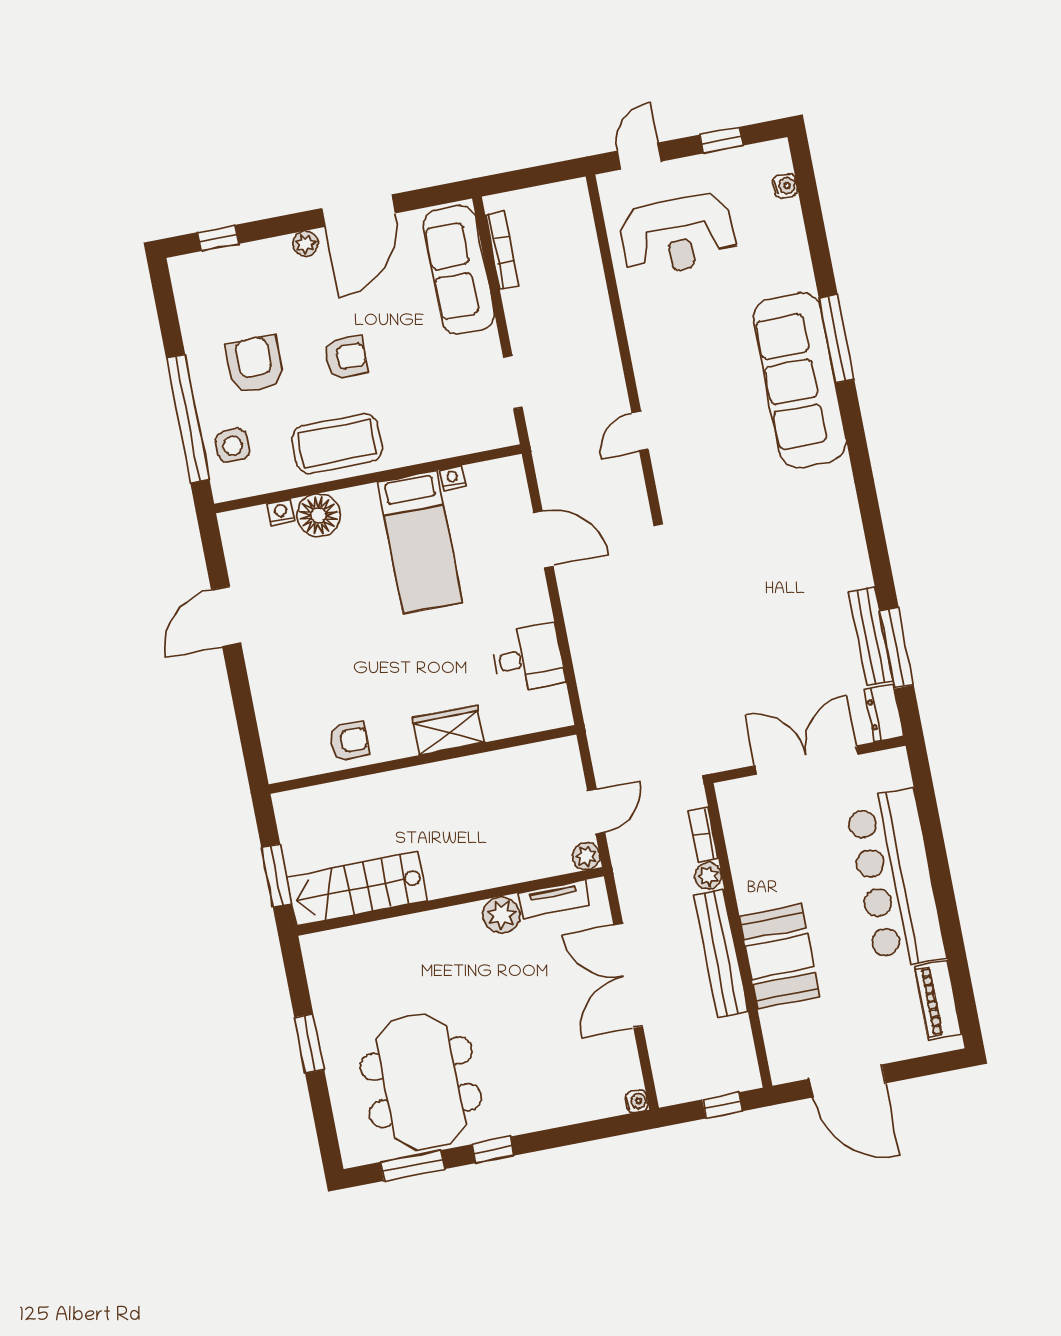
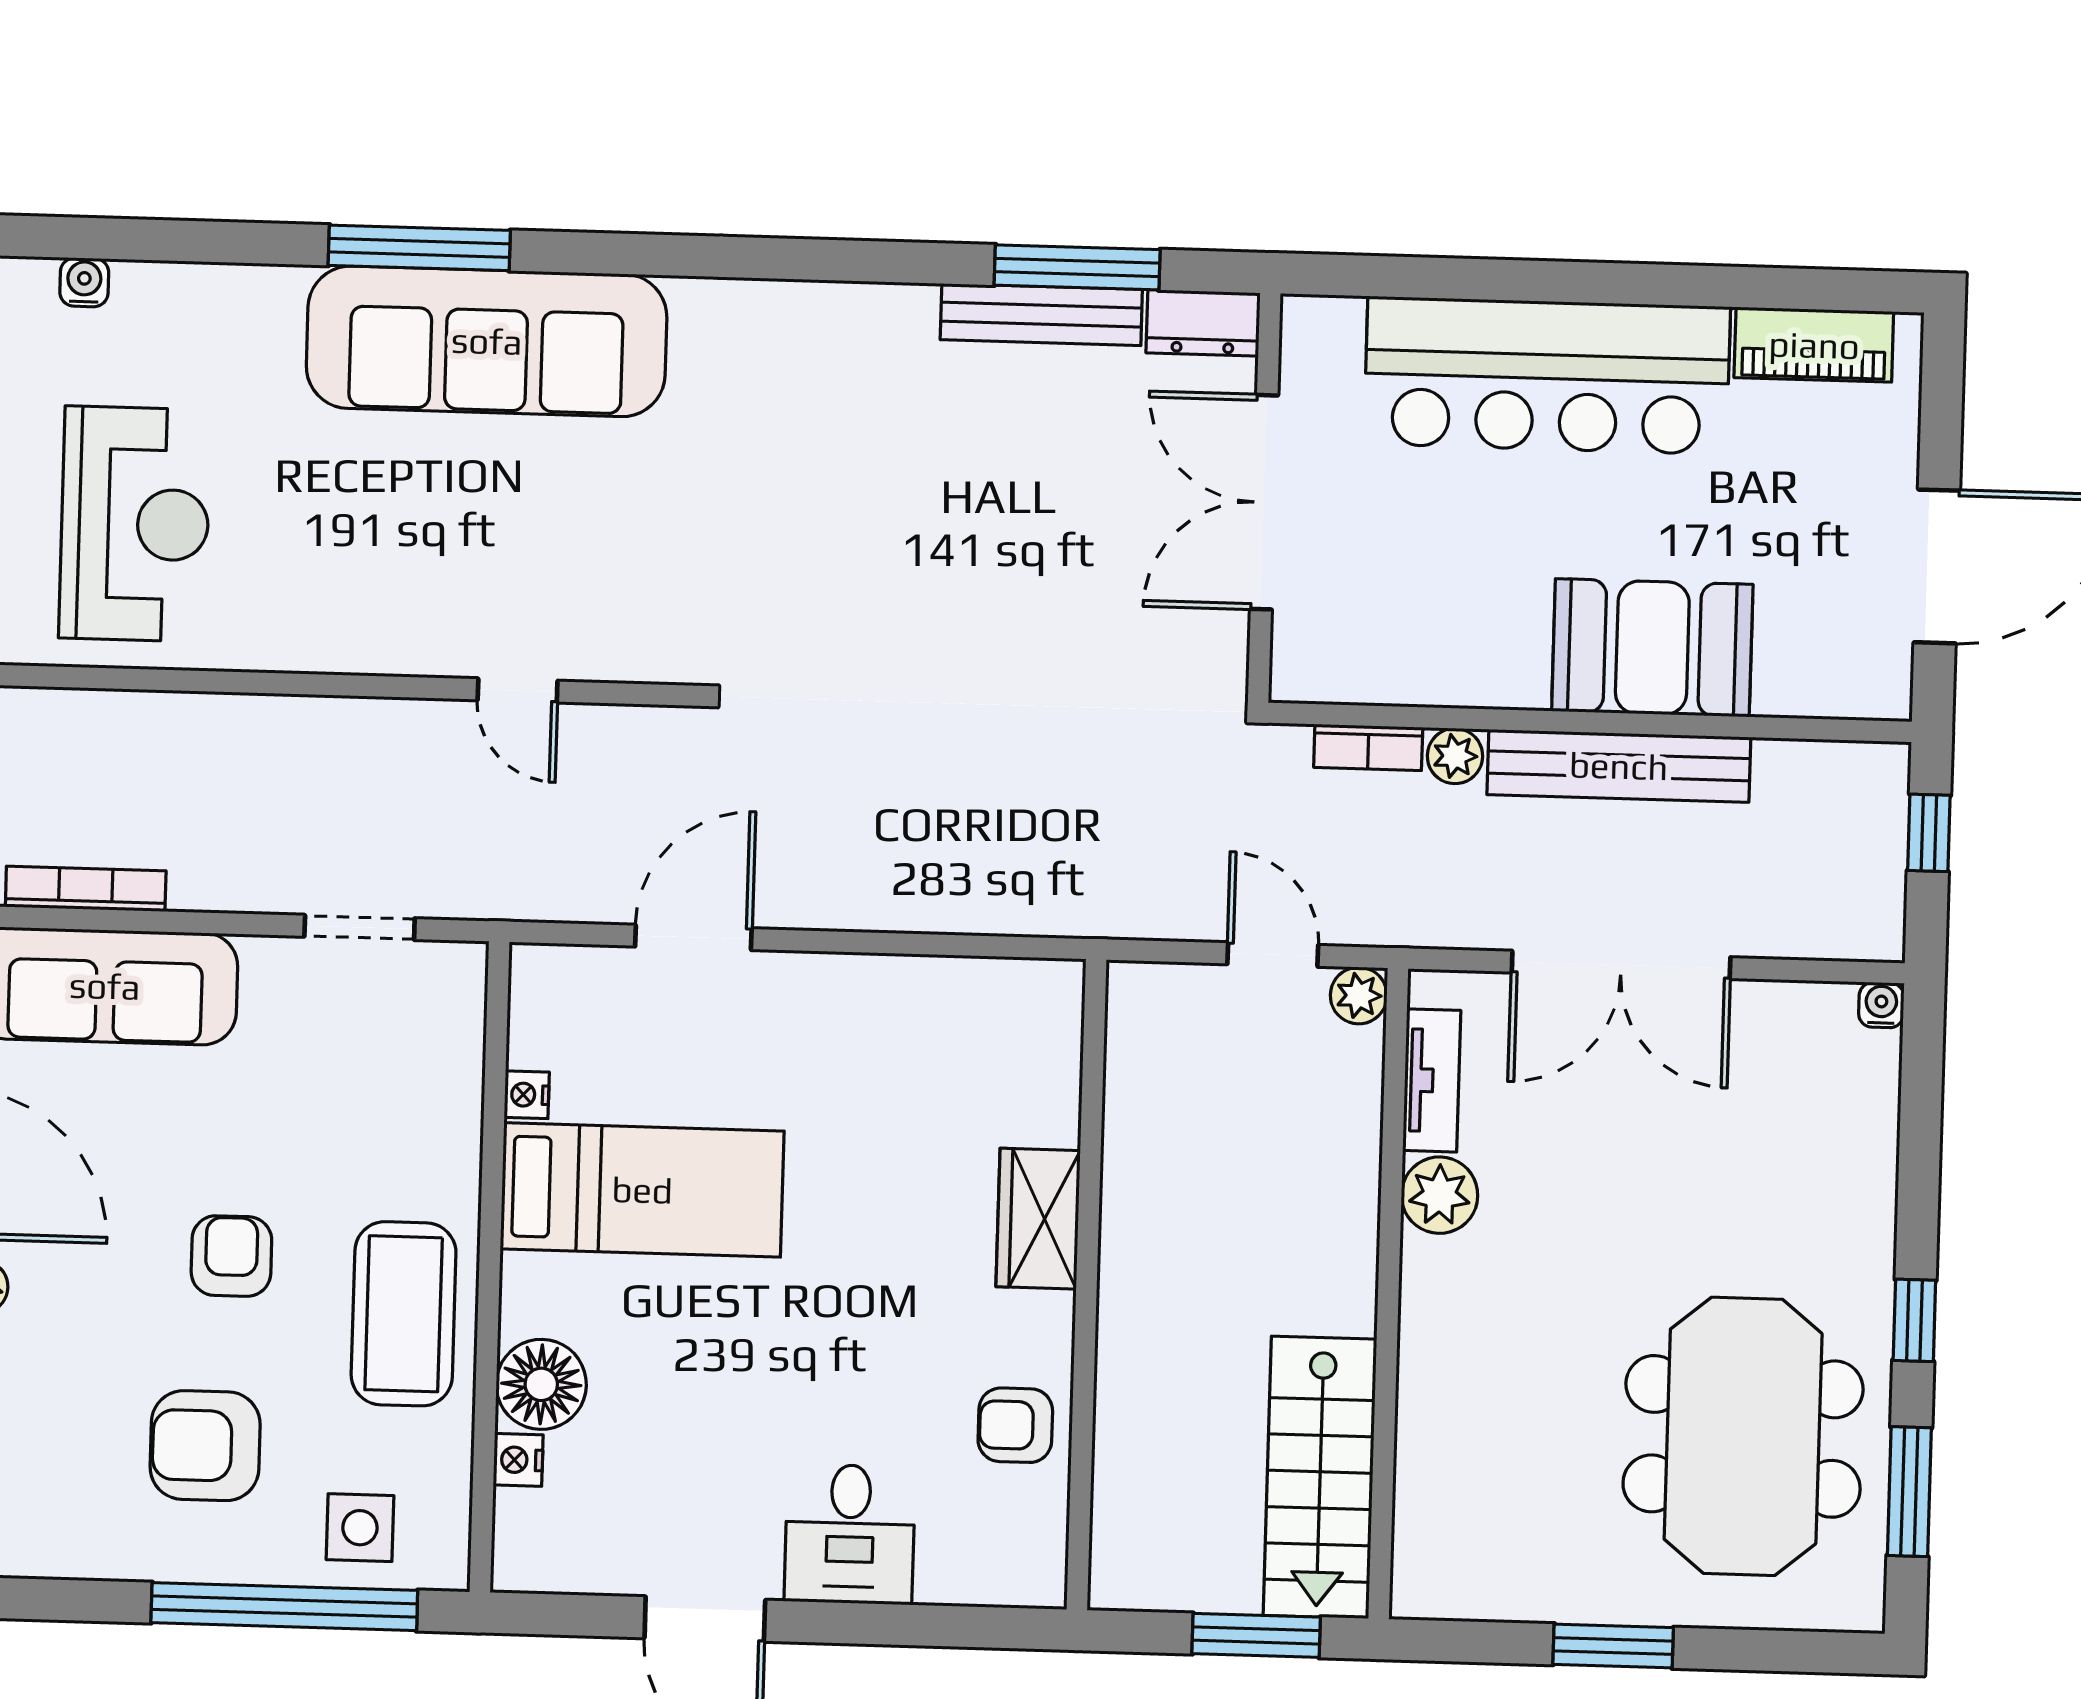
desk: (528, 658) -> (850, 1534), moved, turned 180
armchair: (349, 741) -> (1015, 1425), turned -90
meeting table: (421, 1082) -> (1743, 1436), turned 90

